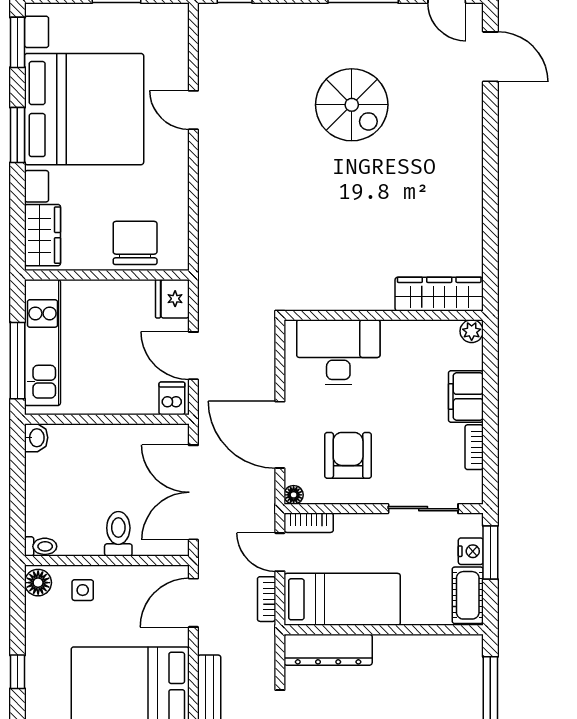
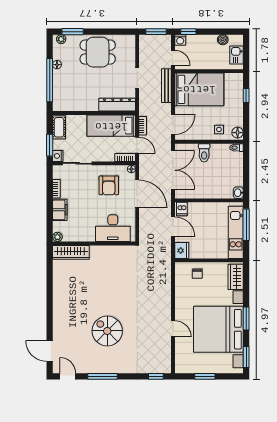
chair: (135, 243) -> (197, 274), width x0.54, depth x0.54
nightstand: (471, 551) -> (58, 156), moved

